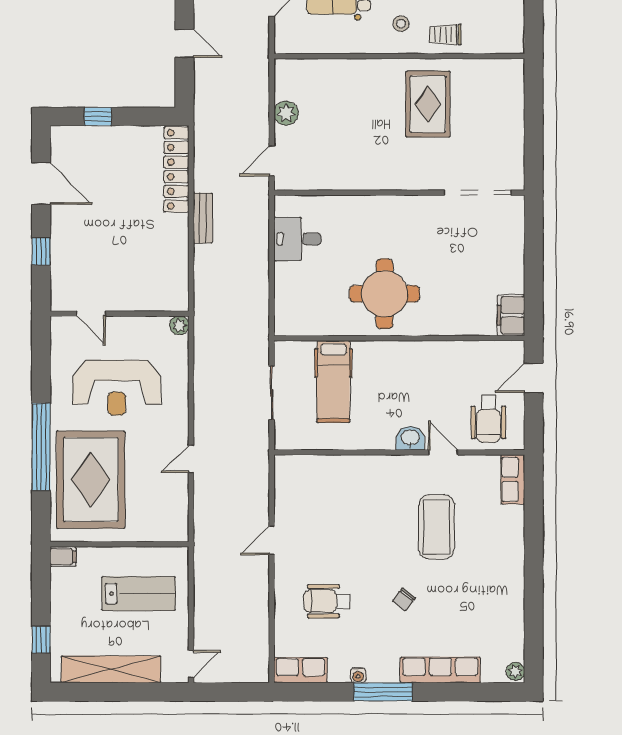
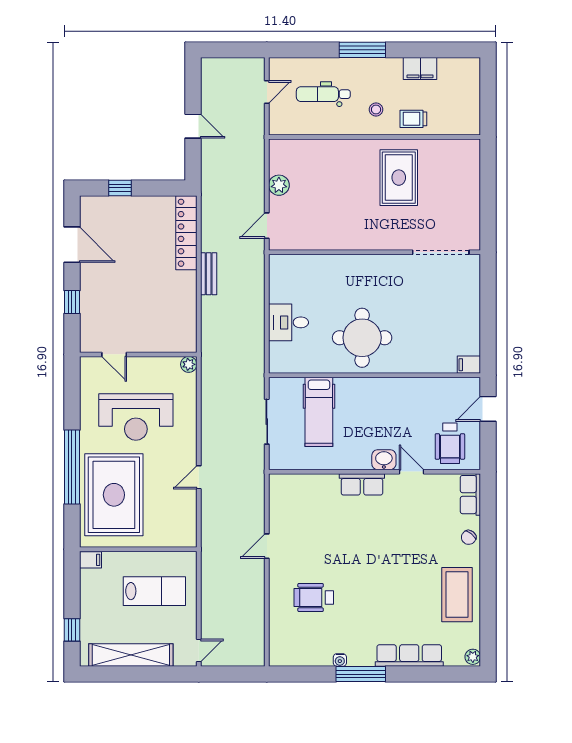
desk: (297, 239) -> (289, 322), moved
filing cabinet: (511, 315) -> (469, 365), width x0.50
coffee table: (436, 527) -> (457, 595), moved
chair: (404, 599) -> (469, 537), moved
row of seats: (301, 670) -> (362, 484), moved, turned 180

